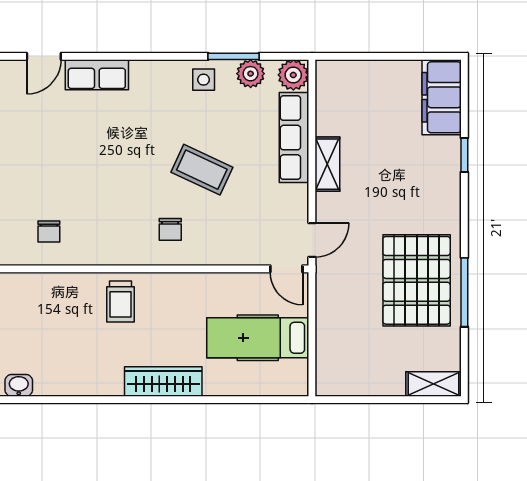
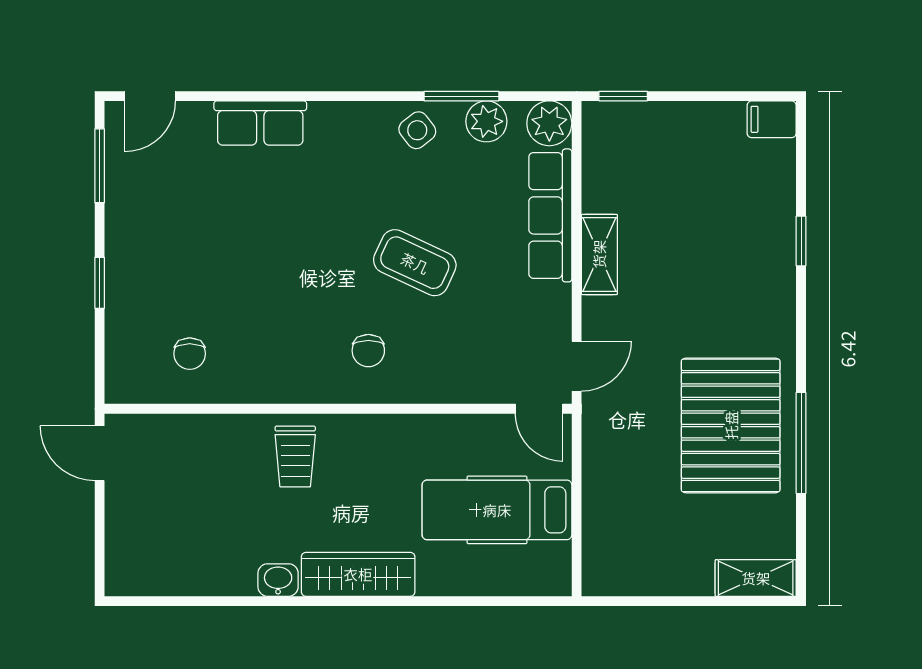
door: (44, 56) -> (150, 96), moved
window: (343, 56) -> (623, 96), added
side table: (204, 80) -> (417, 130), turned -38
filing cabinet: (442, 97) -> (772, 119), width x0.33, depth x0.86
washbasin: (19, 385) -> (278, 580), moved

